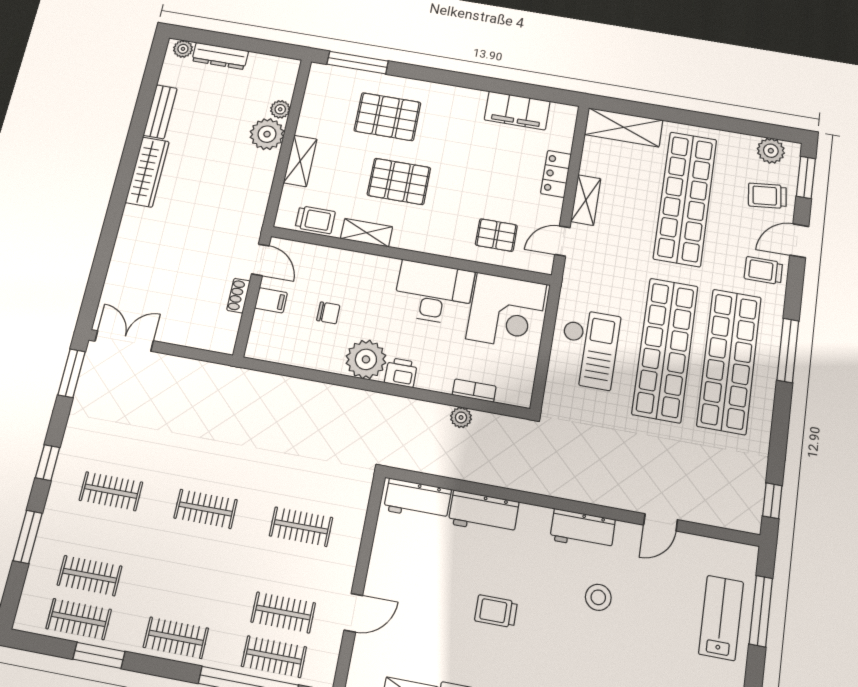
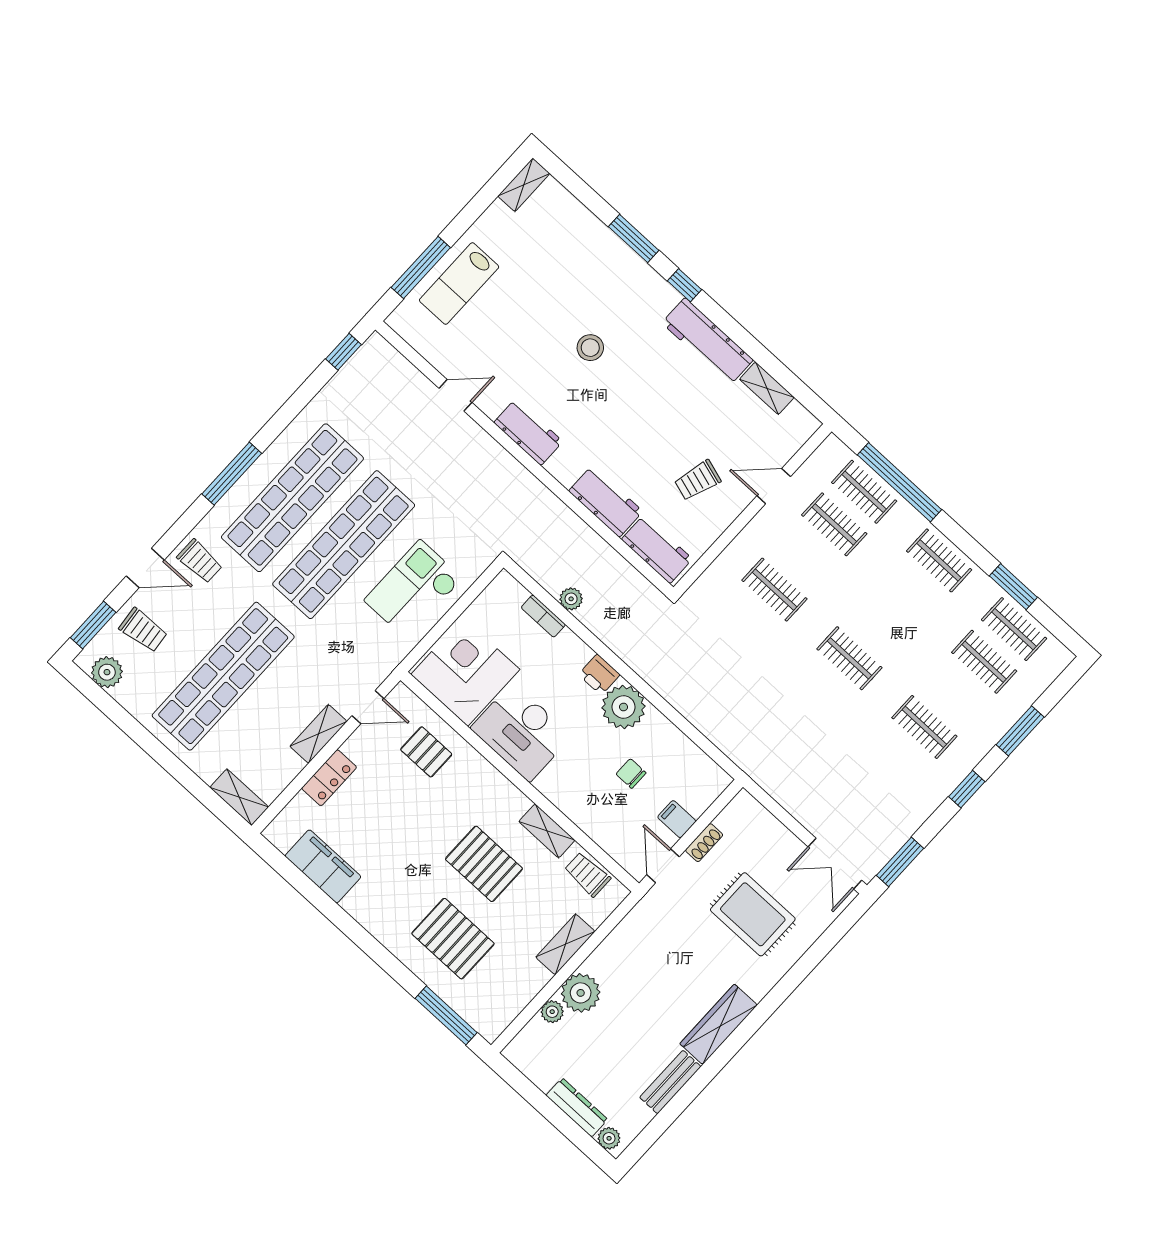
shelving: (624, 127) -> (239, 797), width x0.67, depth x0.75
rug: (168, 265) -> (753, 914), added
stool: (598, 597) -> (590, 348), moved
trolley: (496, 611) -> (697, 480), moved, turned 107

